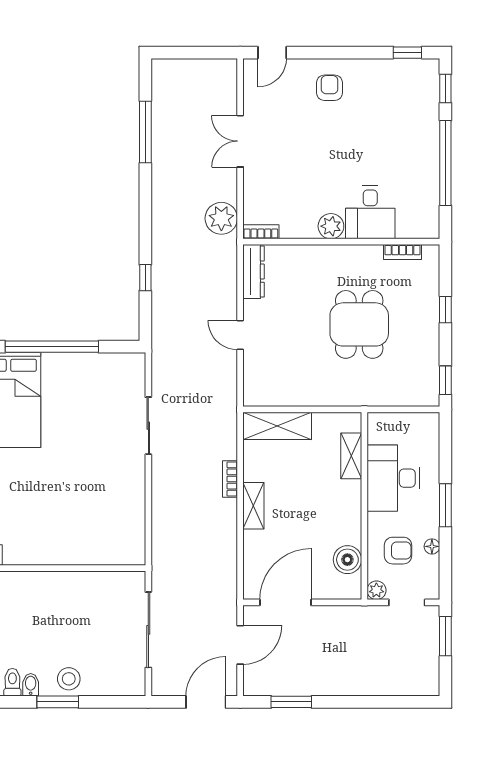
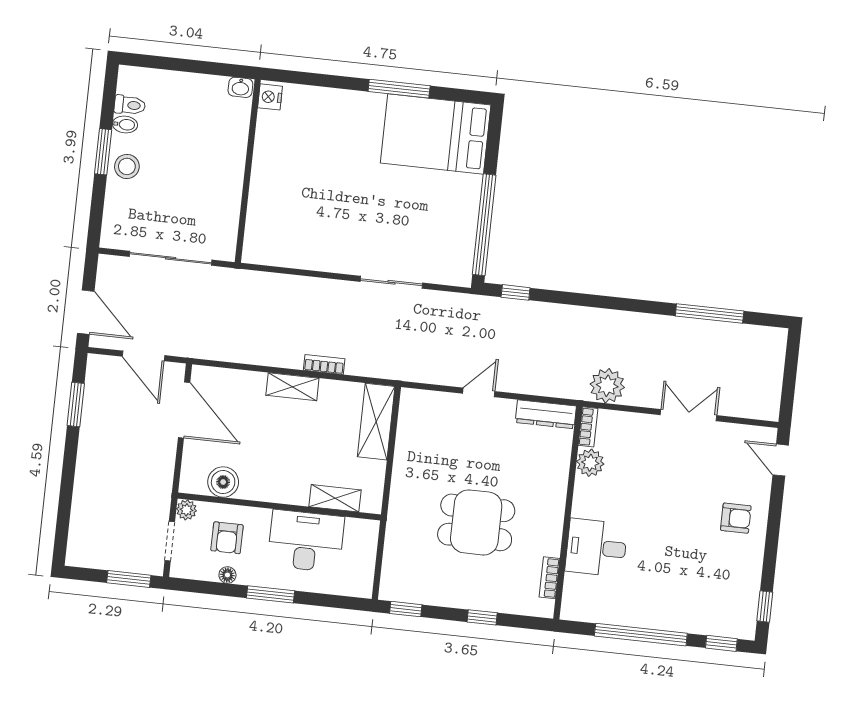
plant: (331, 226) -> (590, 463), moved
window: (145, 278) -> (516, 292), moved
window: (52, 347) -> (484, 225), moved

